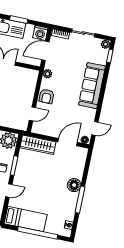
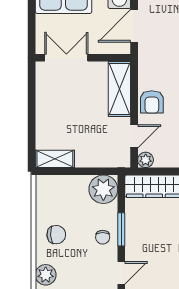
plant: (47, 74) -> (146, 160), moved
shelving: (30, 85) -> (119, 89), added

